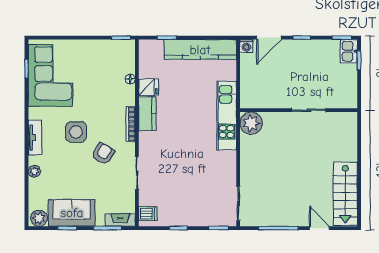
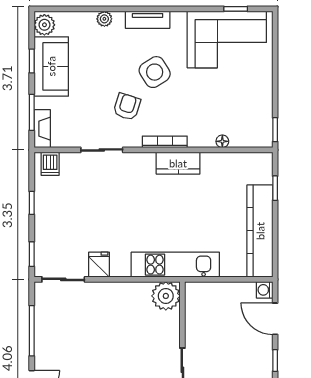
fridge: (148, 87) -> (99, 265), moved, turned 180
side table: (76, 132) -> (155, 72), turned -32
armchair: (103, 154) -> (127, 107), turned -103

